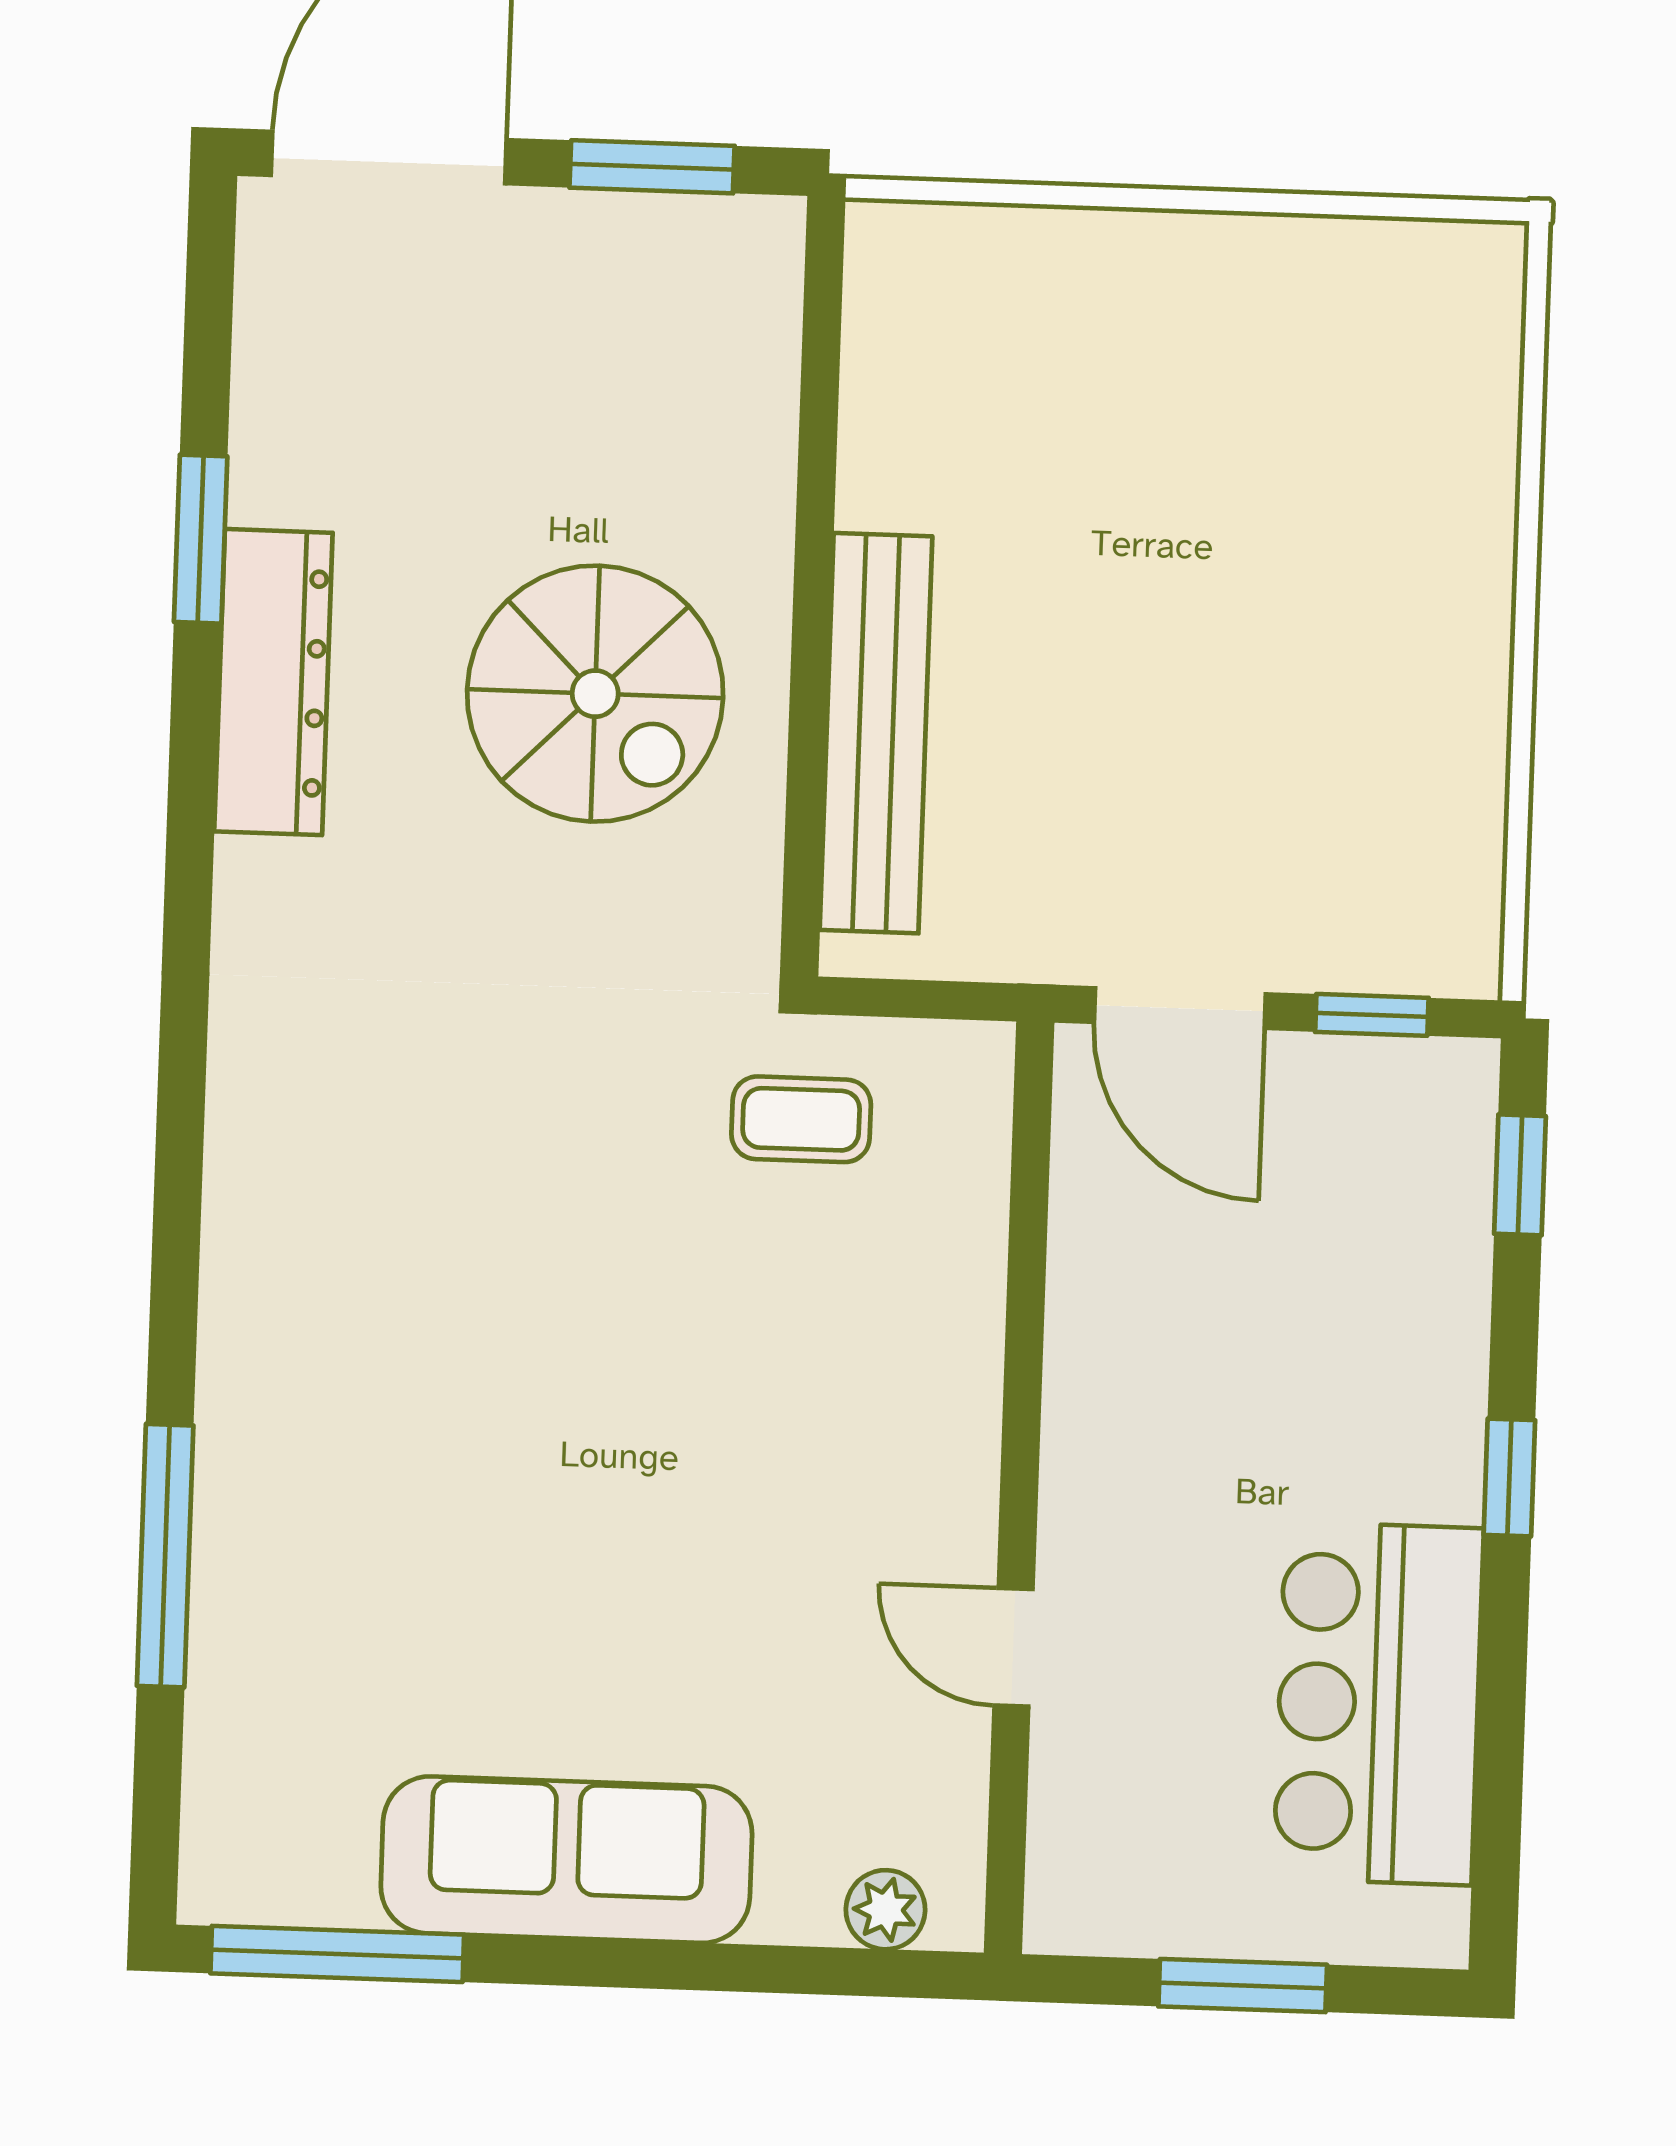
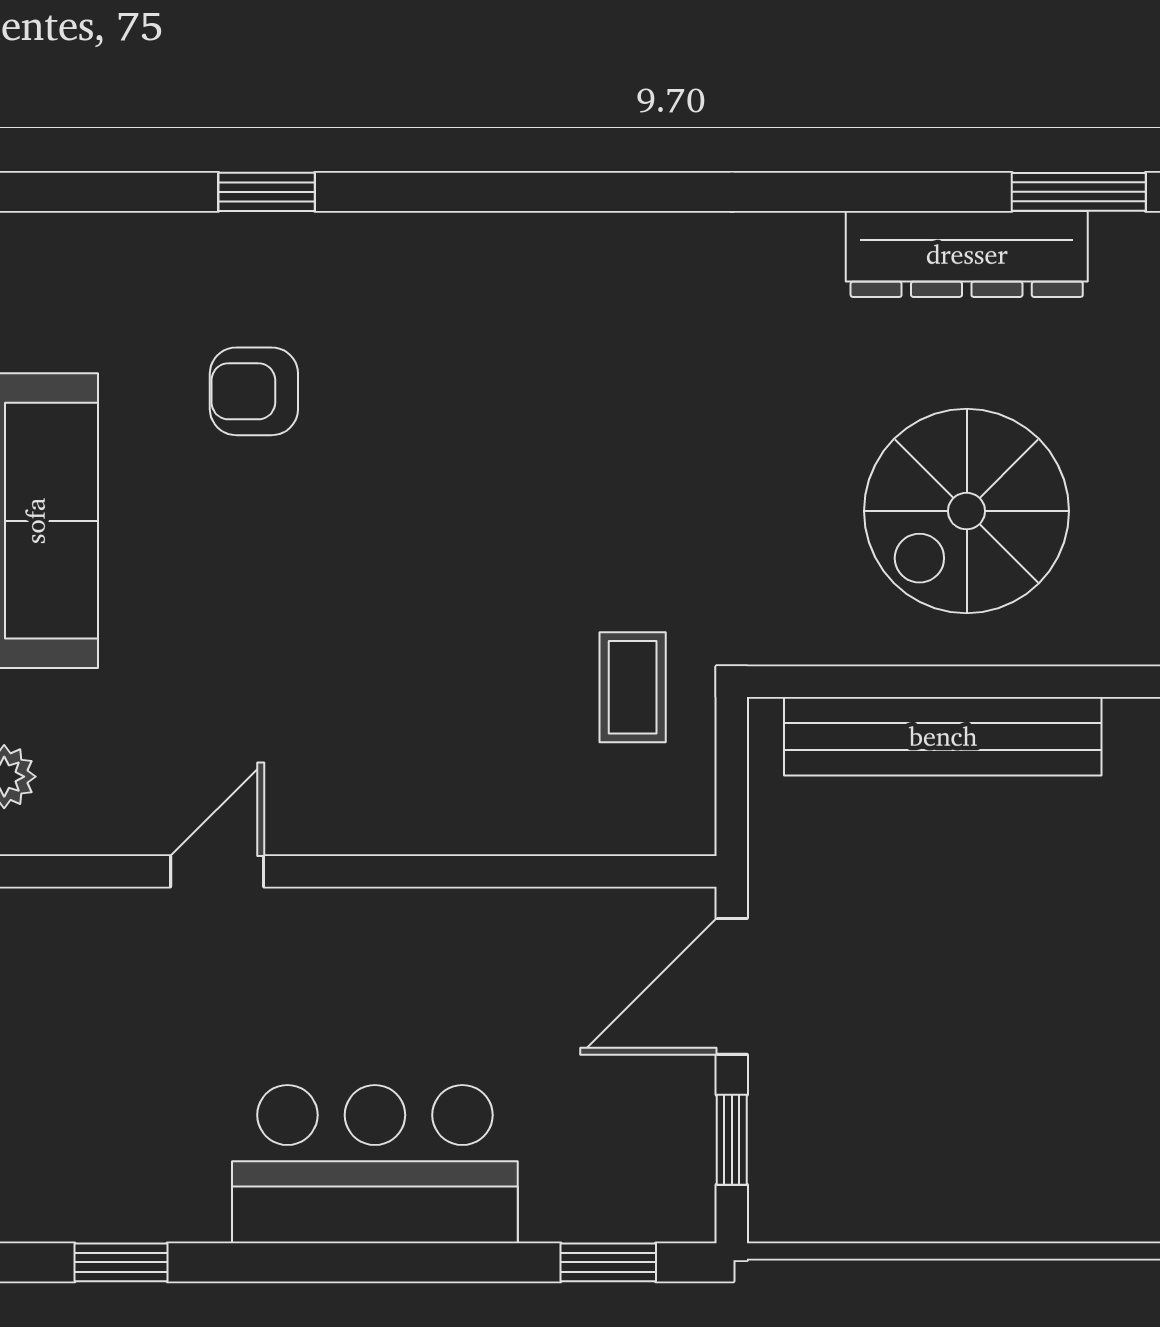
window: (1509, 1478) -> (121, 1262), moved
window: (165, 1556) -> (267, 192), width x0.46
armchair: (414, 1580) -> (254, 391), added
bar counter: (1378, 1703) -> (375, 1164), moved

